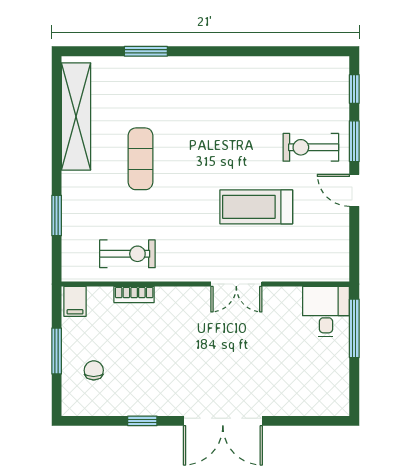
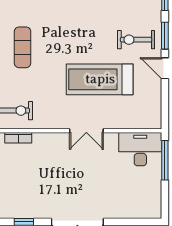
treadmill: (256, 207) -> (100, 79), width x1.37, depth x1.38
desk: (326, 312) -> (140, 149), width x1.37

